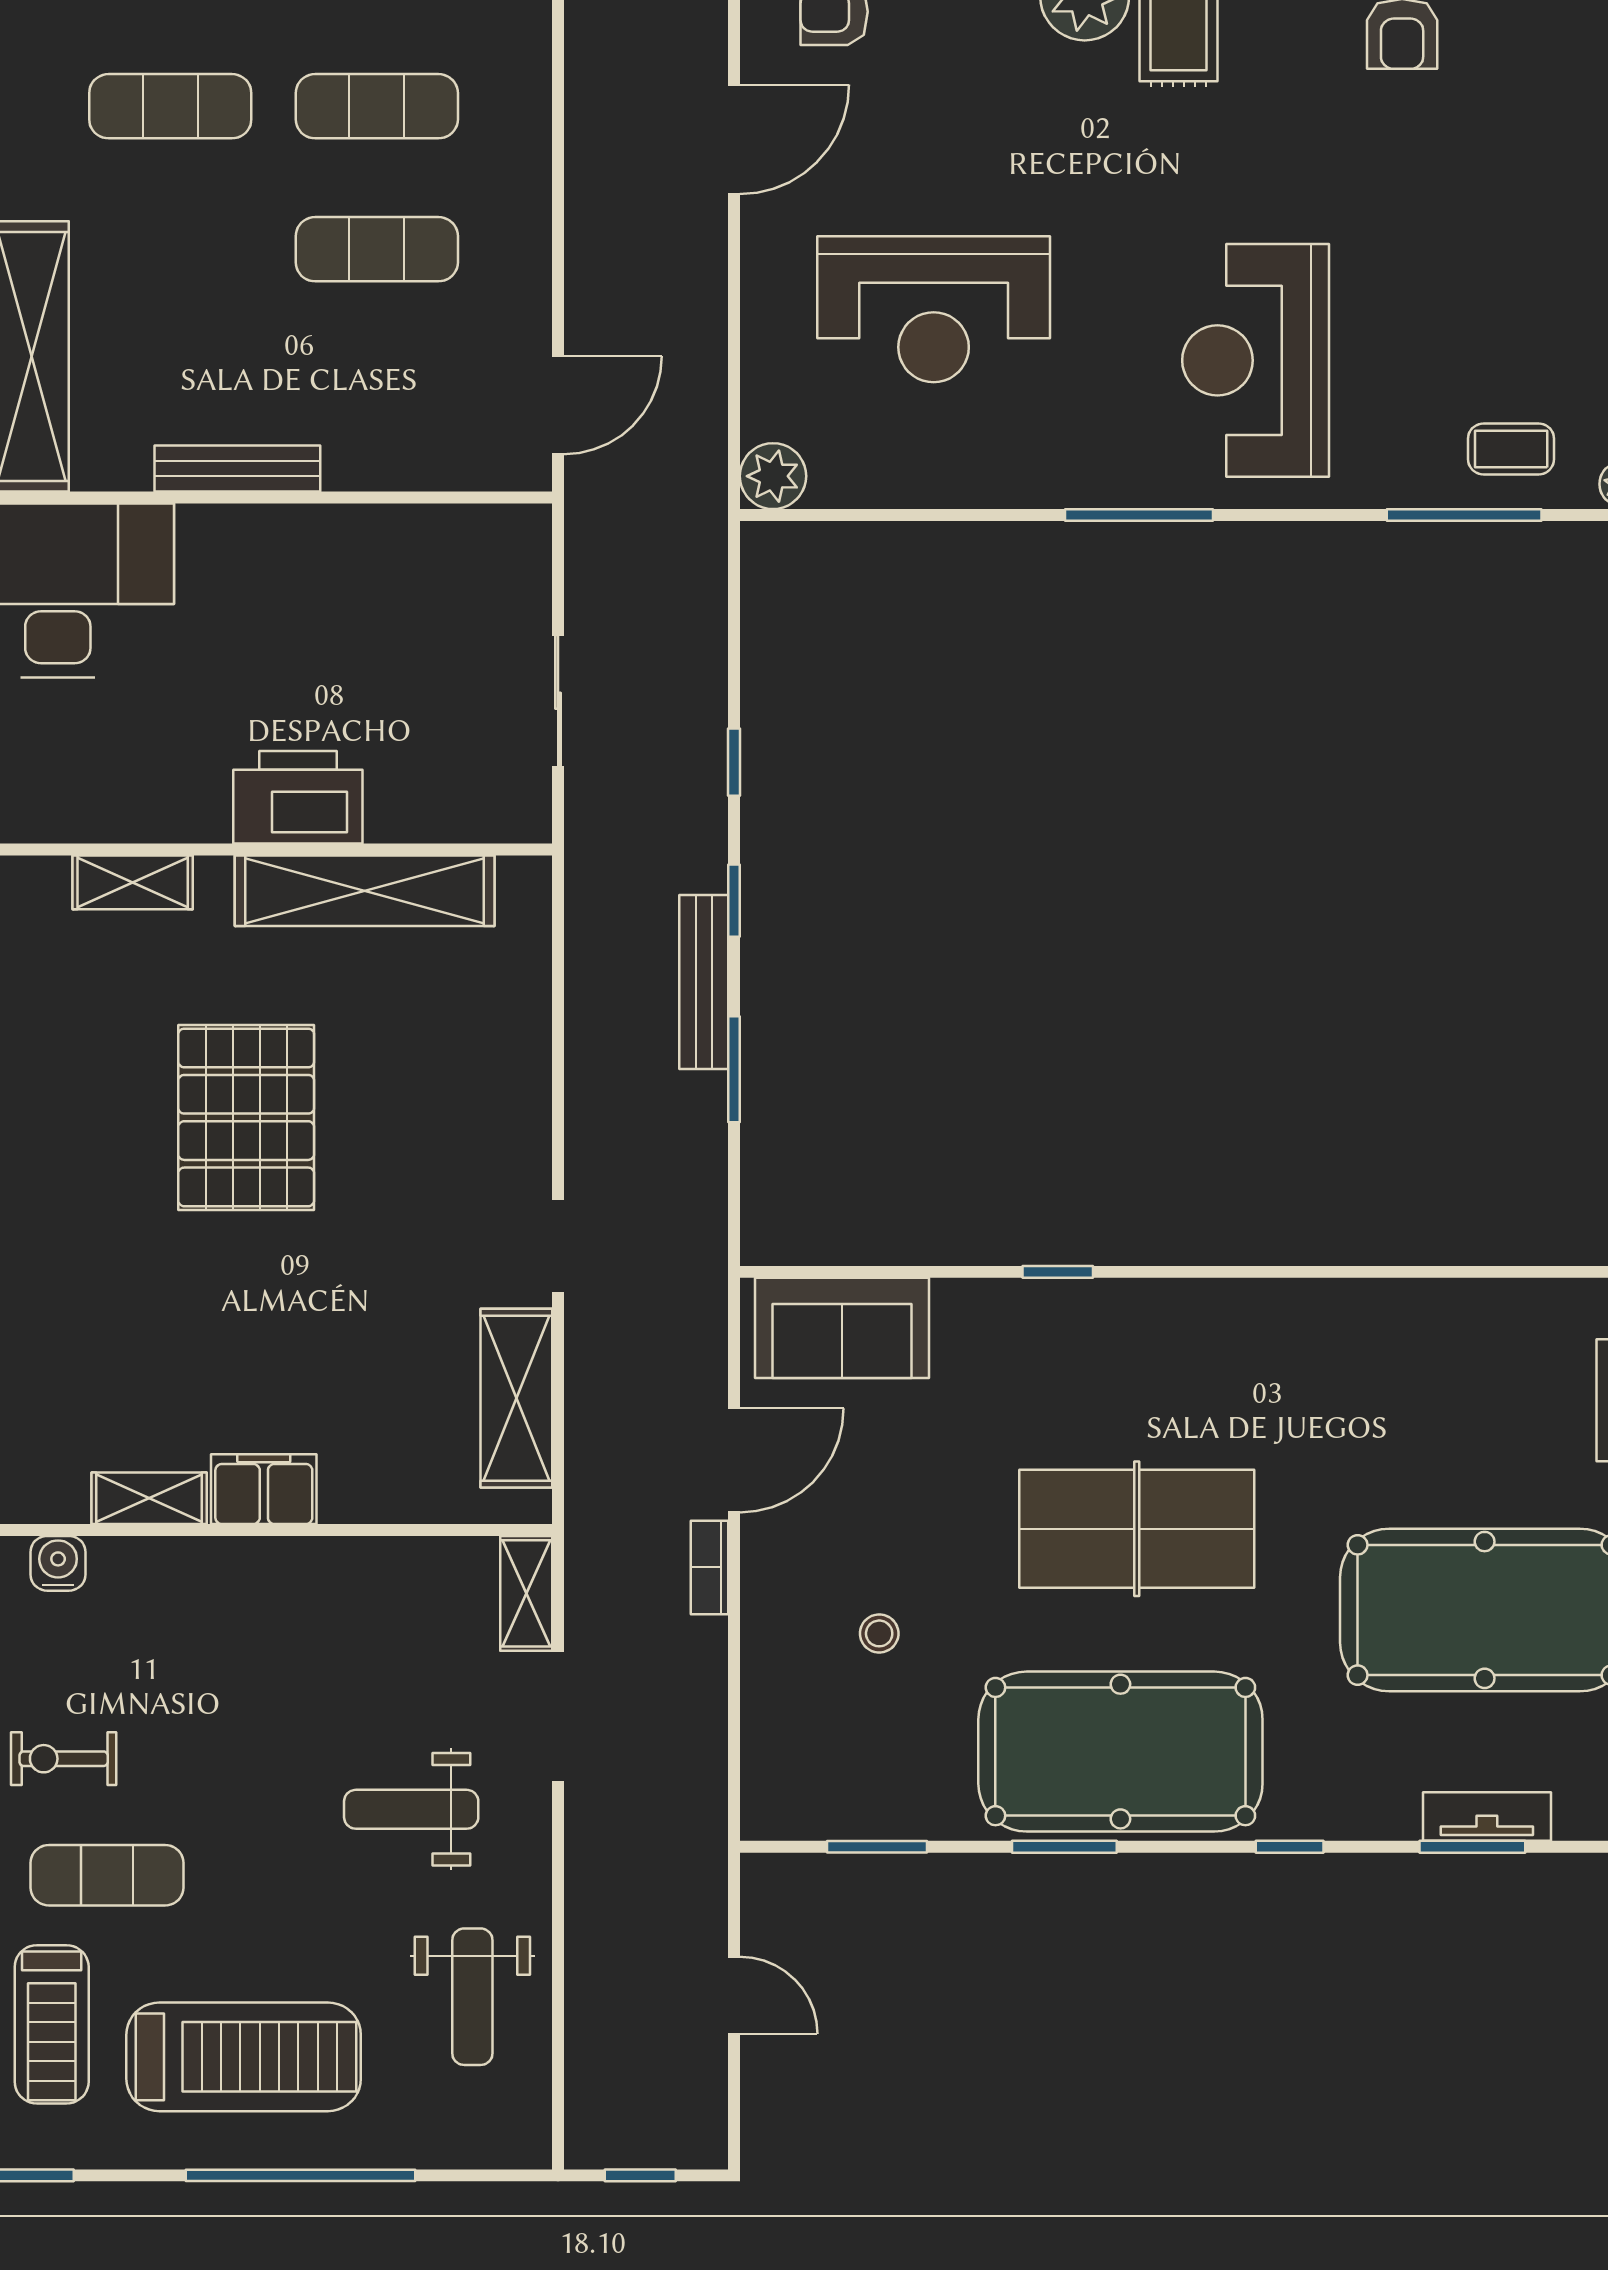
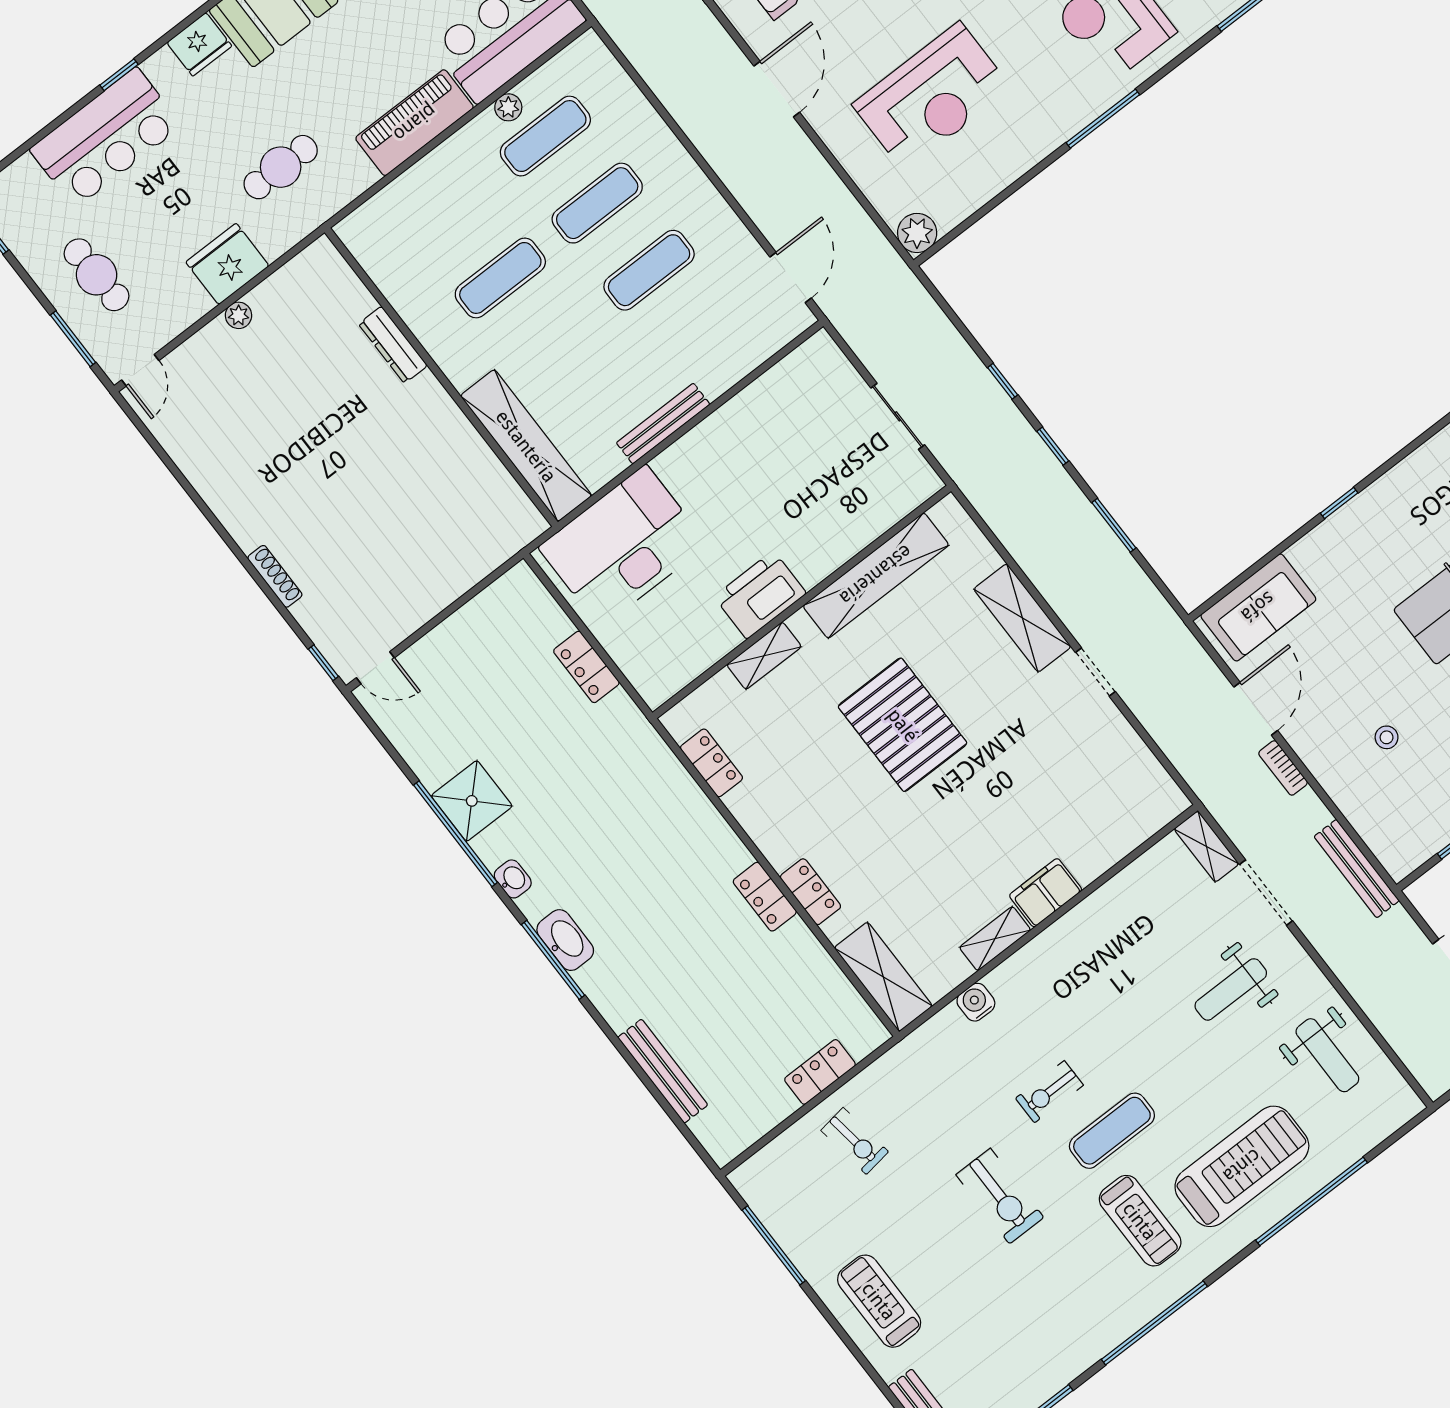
printer: (298, 797) -> (760, 595), moved
bench: (704, 982) -> (1357, 869), moved
shelving: (516, 1398) -> (1022, 618), moved

